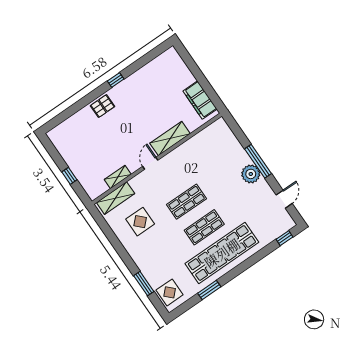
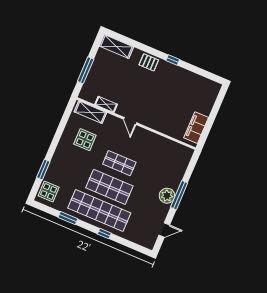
shelving: (170, 138) -> (116, 47), moved
door: (150, 163) -> (130, 121), swing flipped
window: (69, 176) -> (86, 70), width x2.17
shop shelf: (204, 227) -> (109, 187), width x1.43, depth x1.36
window: (285, 238) -> (104, 234), moved

